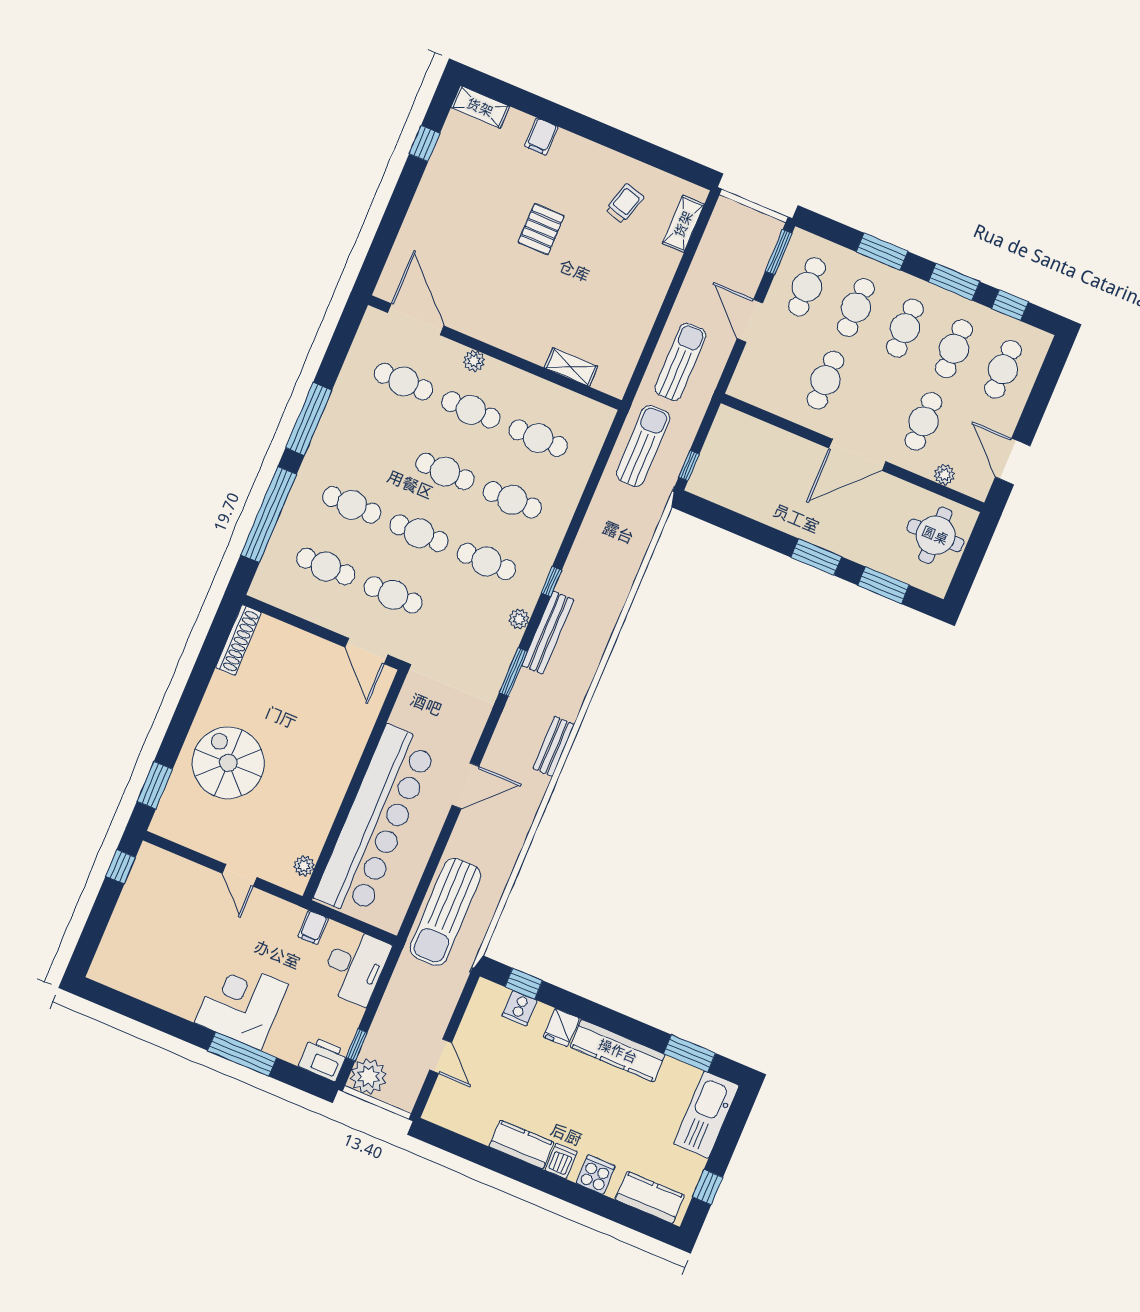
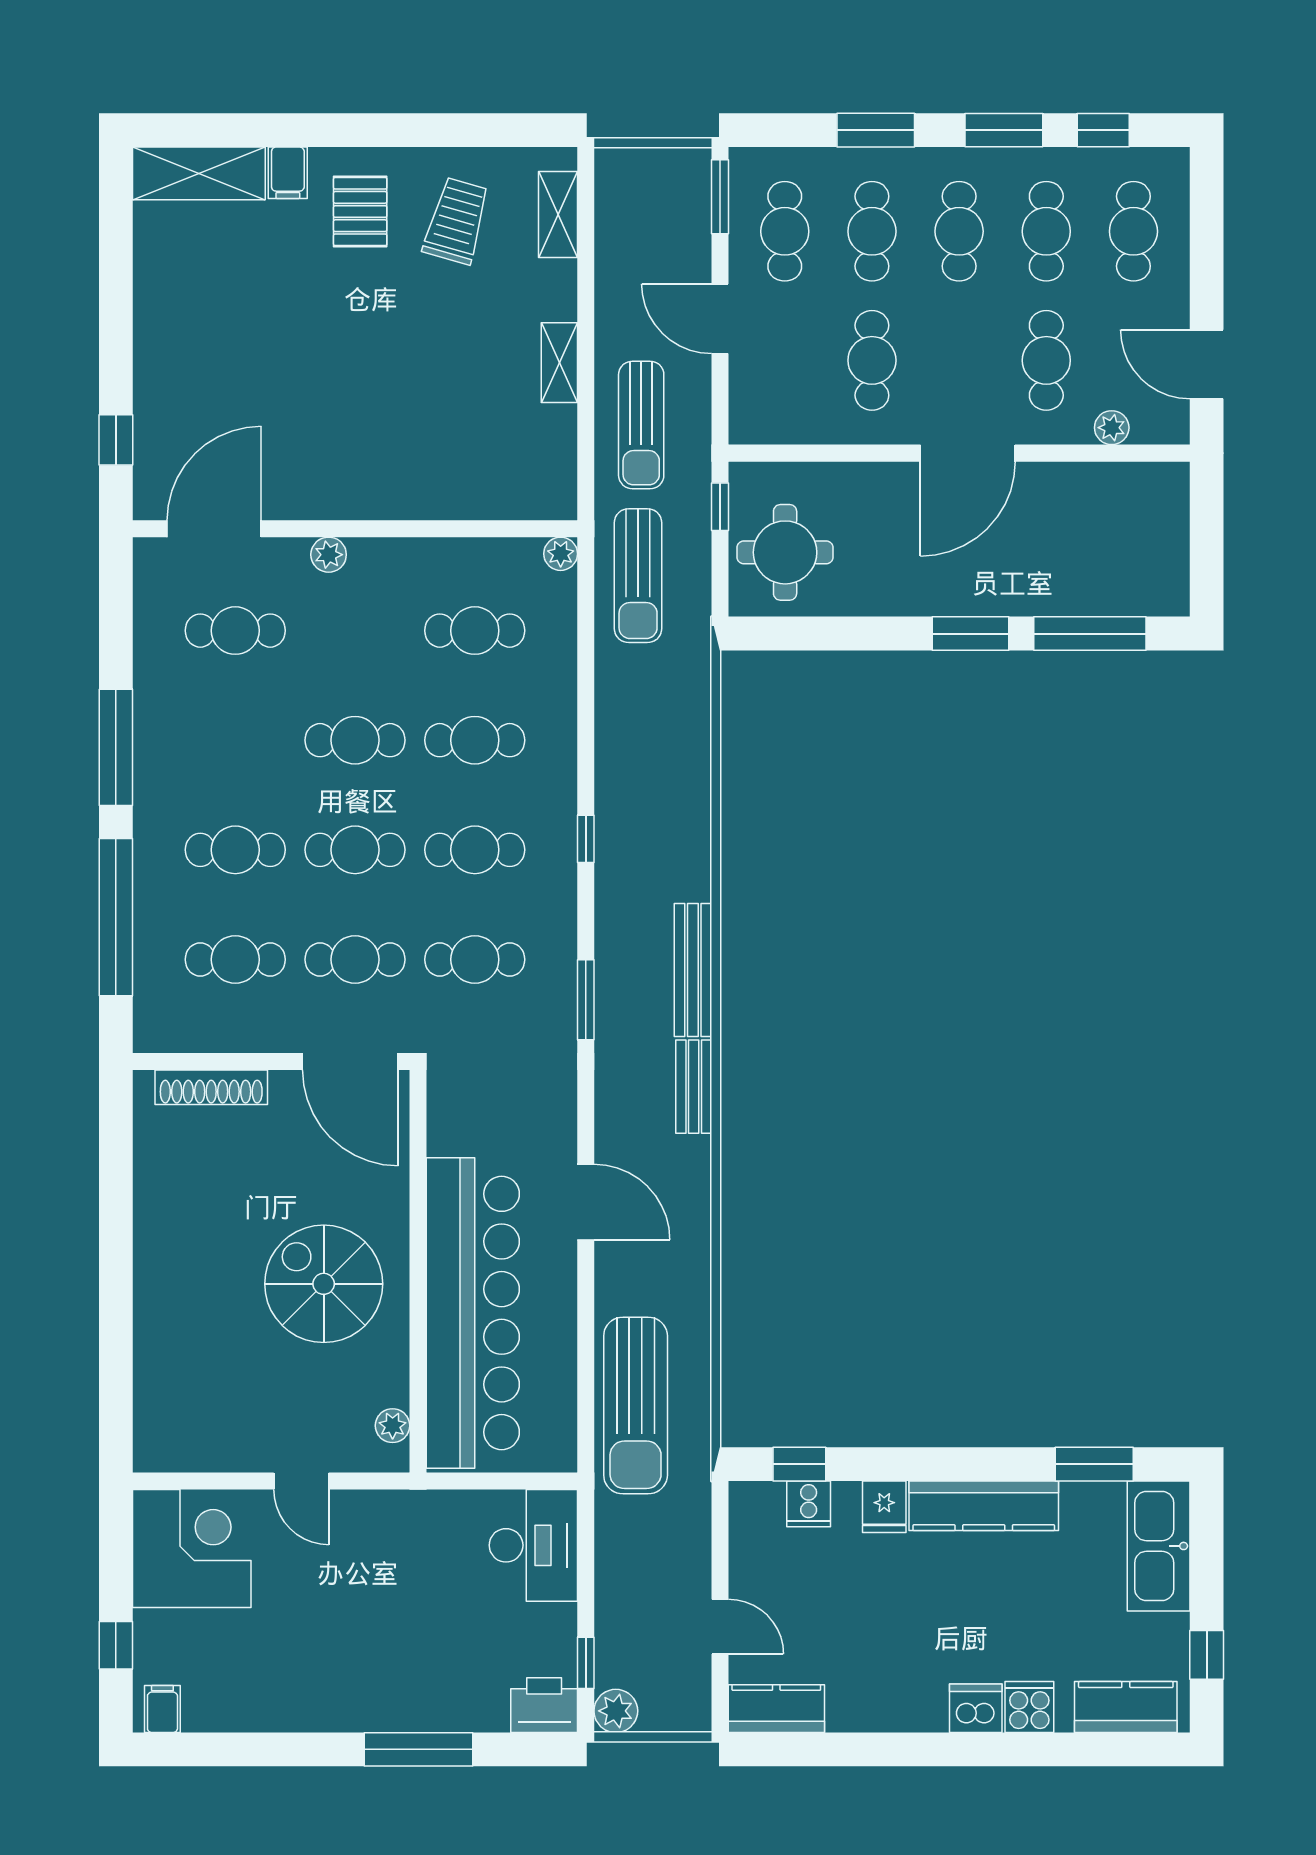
shelving: (480, 107) -> (199, 173), width x1.50, depth x1.33
window: (425, 144) -> (116, 440), moved
trolley: (625, 203) -> (456, 221), width x1.36, depth x1.39
pallet: (541, 229) -> (360, 212), moved
door: (416, 319) -> (214, 529), hinge flipped
sun lounger: (680, 362) -> (641, 425), turned 180
shelving: (571, 367) -> (559, 363), moved, turned 90
cafe table: (471, 410) -> (475, 960), moved
sun lounger: (643, 446) -> (638, 576), turned 180
window: (689, 466) -> (720, 507), moved
round table: (935, 535) -> (785, 552), moved
window: (883, 585) -> (1090, 634), width x1.44
plant: (519, 619) -> (561, 554), moved
bench: (548, 633) -> (693, 970), moved
shoe rack: (238, 640) -> (211, 1087), moved, turned 90
door: (366, 651) -> (350, 1061), width x1.36
spiral stairs: (228, 763) -> (324, 1284), moved
window: (155, 785) -> (116, 1399), removed
door: (466, 786) -> (586, 1202), hinge flipped
window: (121, 867) -> (116, 1645), moved
filing cabinet: (313, 927) -> (162, 1709), moved, turned 180
corner desk: (241, 1004) -> (192, 1548), moved, turned 90
plant: (368, 1076) -> (616, 1711), width x0.73, depth x0.73
kitchen counter: (522, 1145) -> (776, 1709), moved
dishwasher: (561, 1161) -> (976, 1708), width x1.38

